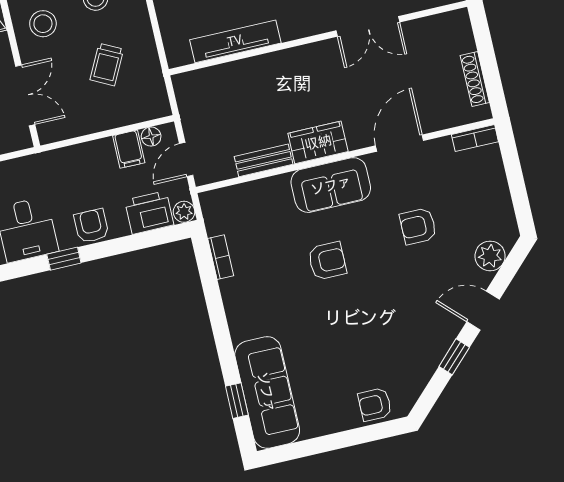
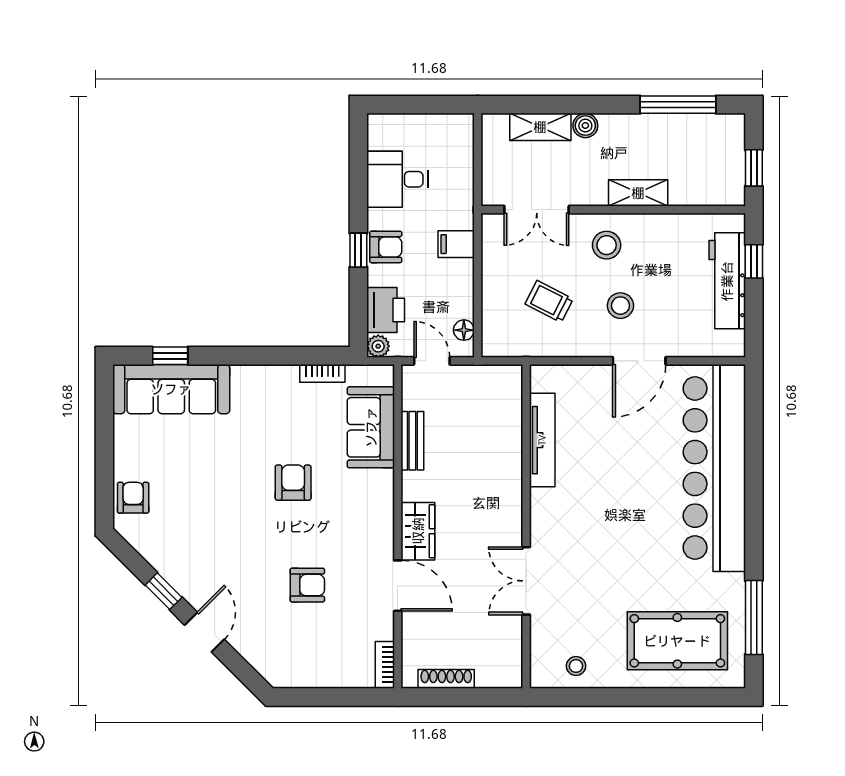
wardrobe: (318, 142) -> (418, 531), moved
filing cabinet: (129, 149) -> (456, 244), moved
sofa: (331, 185) -> (371, 427), moved
armchair: (418, 226) -> (307, 585), turned 90
plant: (490, 256) -> (259, 652), removed
window: (64, 259) -> (358, 250), moved
armchair: (327, 261) -> (293, 483), turned 180

